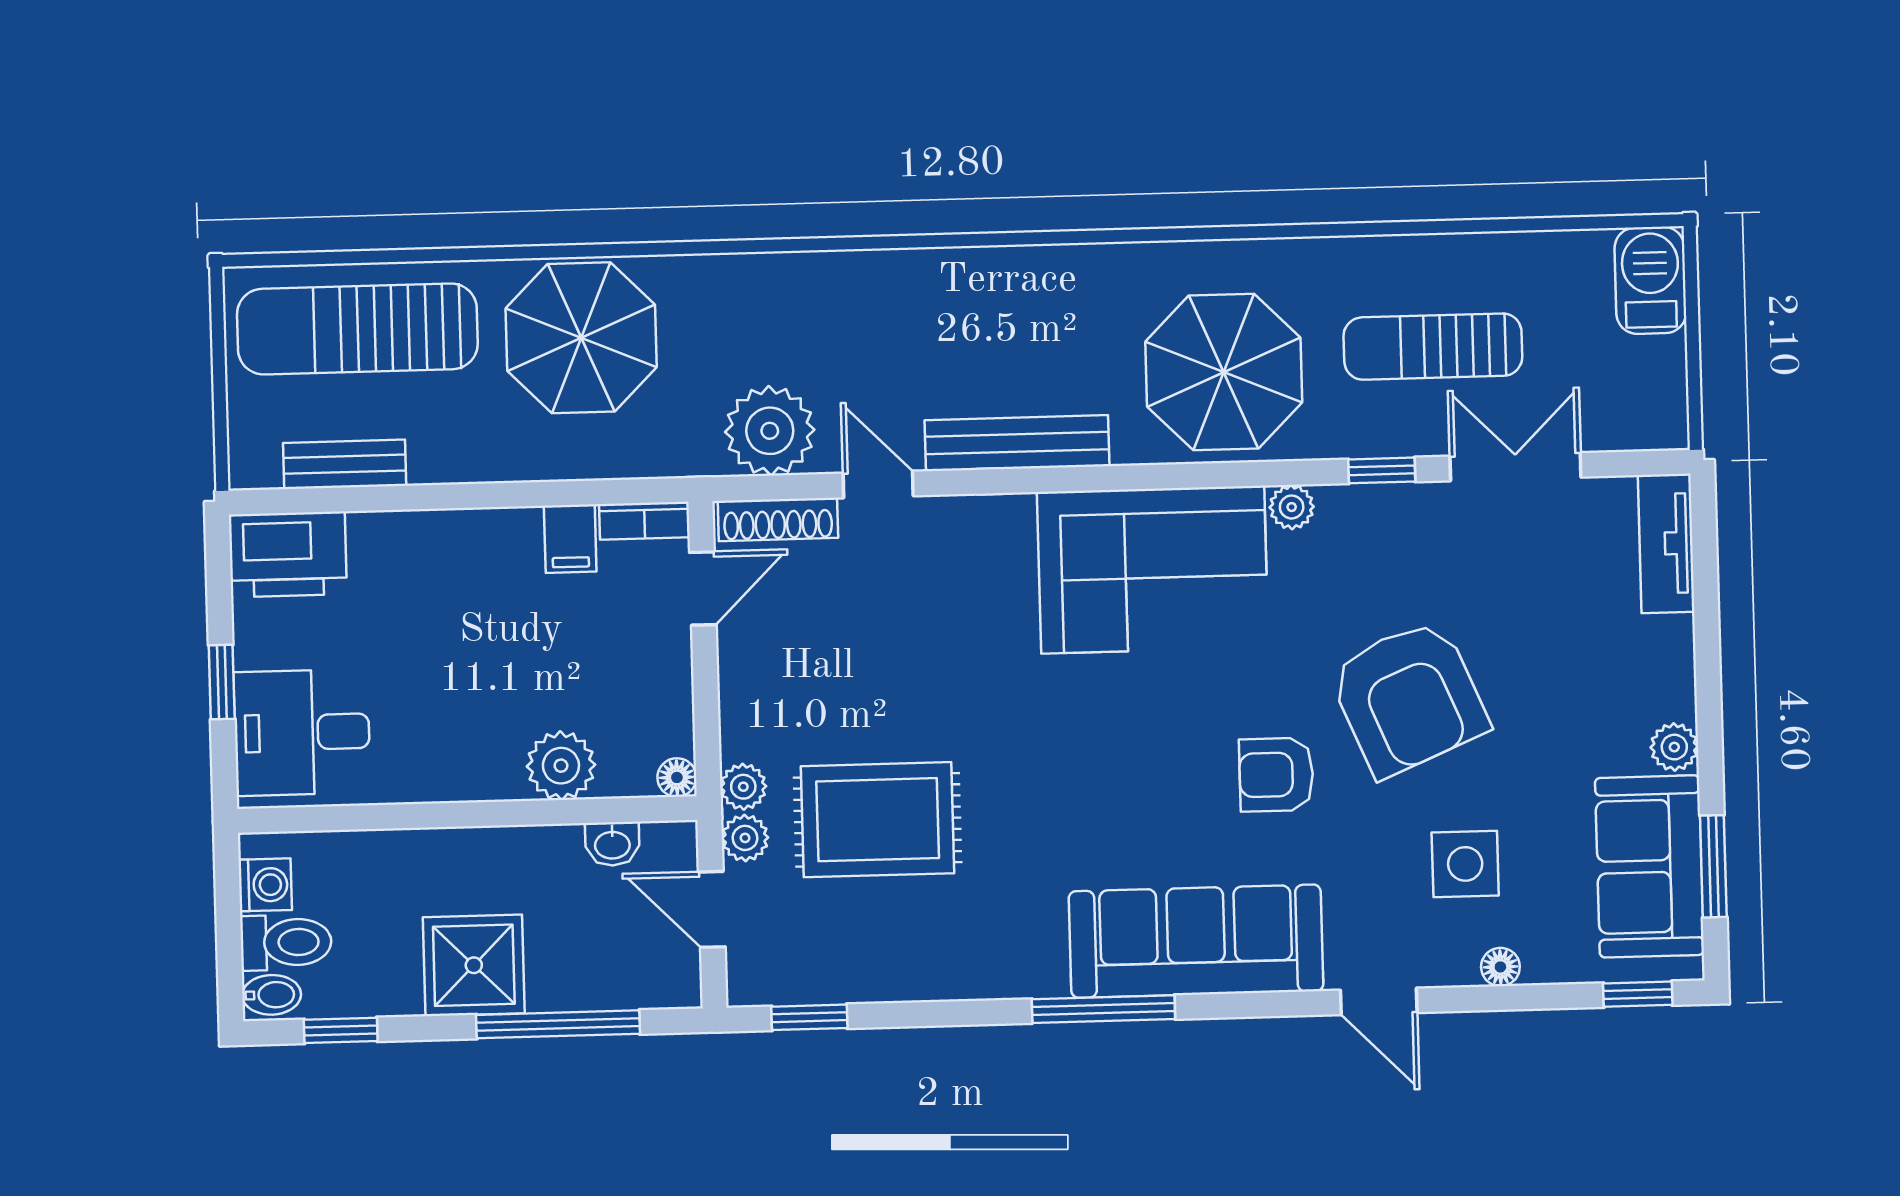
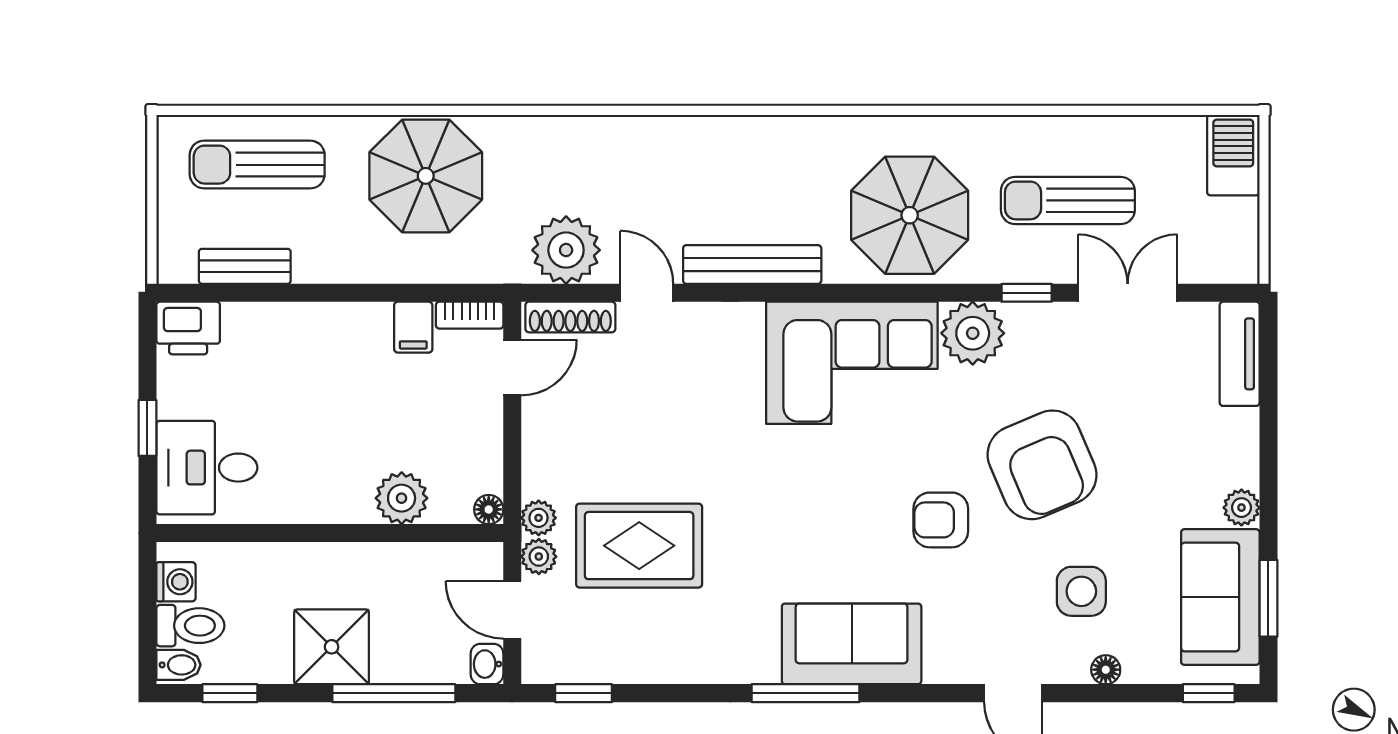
sun lounger: (357, 329) -> (257, 165), width x0.73, depth x0.75
plant: (1292, 507) -> (973, 333), width x1.88, depth x1.88
printer: (288, 554) -> (188, 328), width x0.73, depth x0.84
washbasin: (612, 844) -> (487, 664), moved, turned 90
sofa: (1196, 941) -> (852, 644), width x0.73

